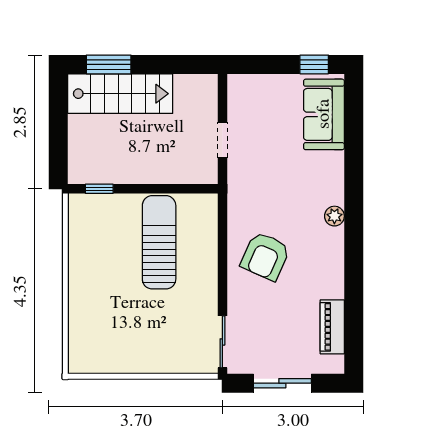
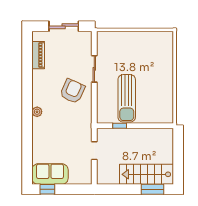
sofa: (324, 114) -> (50, 174), moved, turned -90
window: (99, 189) -> (120, 126), moved
sliding door: (222, 342) -> (94, 69), moved

